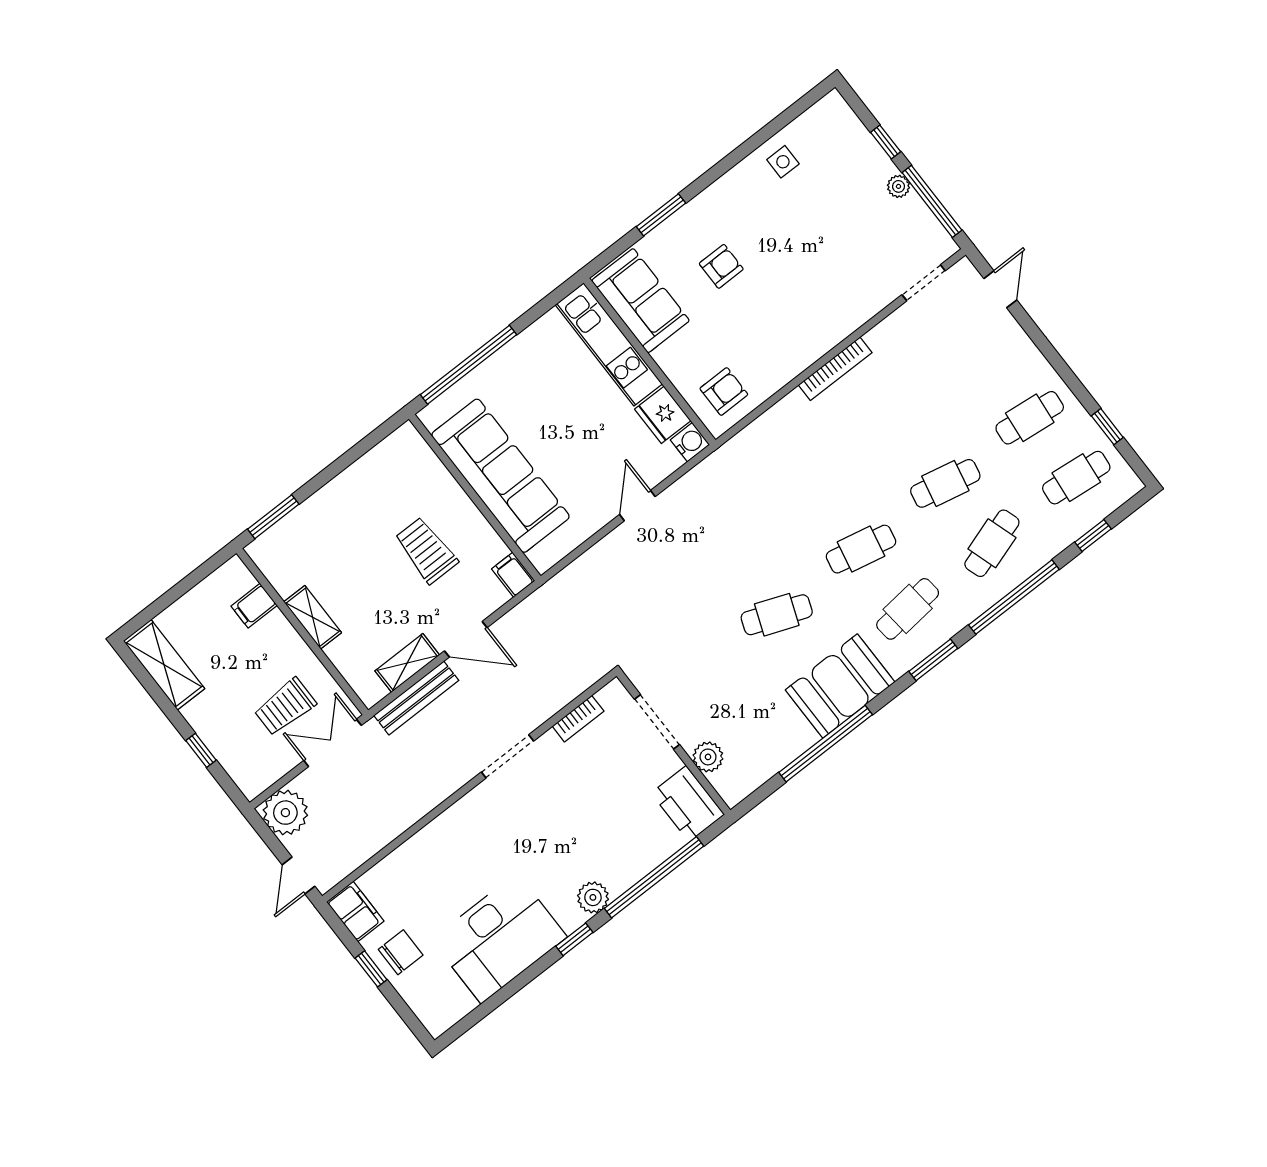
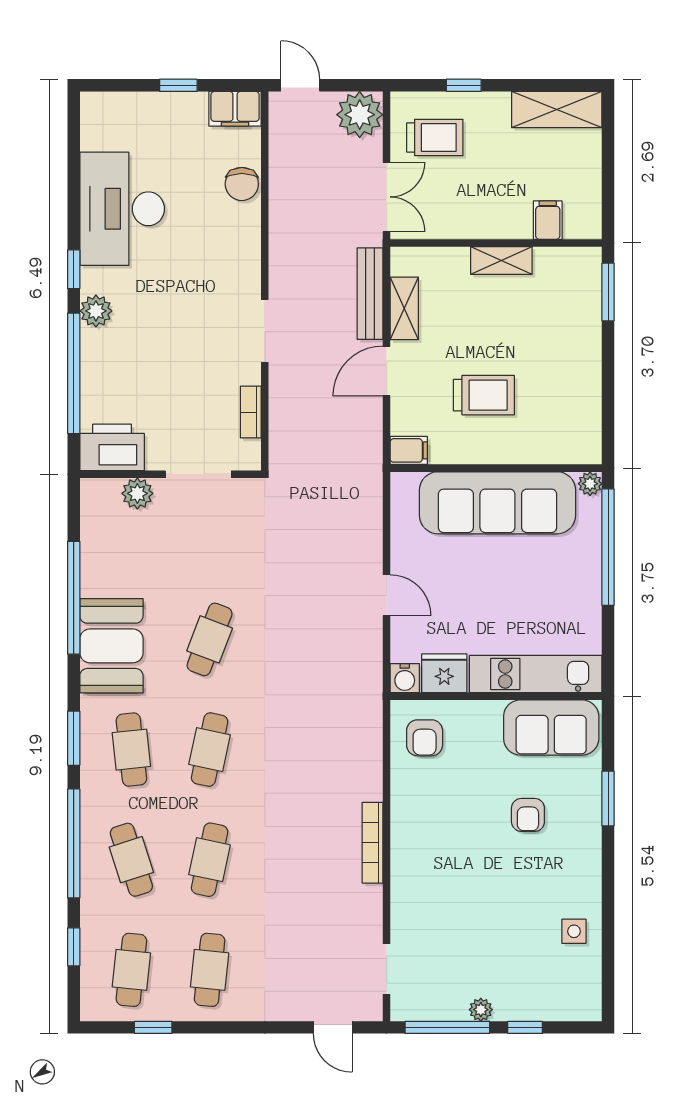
plant: (431, 416) -> (590, 484), added
trolley: (285, 707) -> (435, 137), moved, turned 90
chair: (401, 952) -> (242, 184), moved

